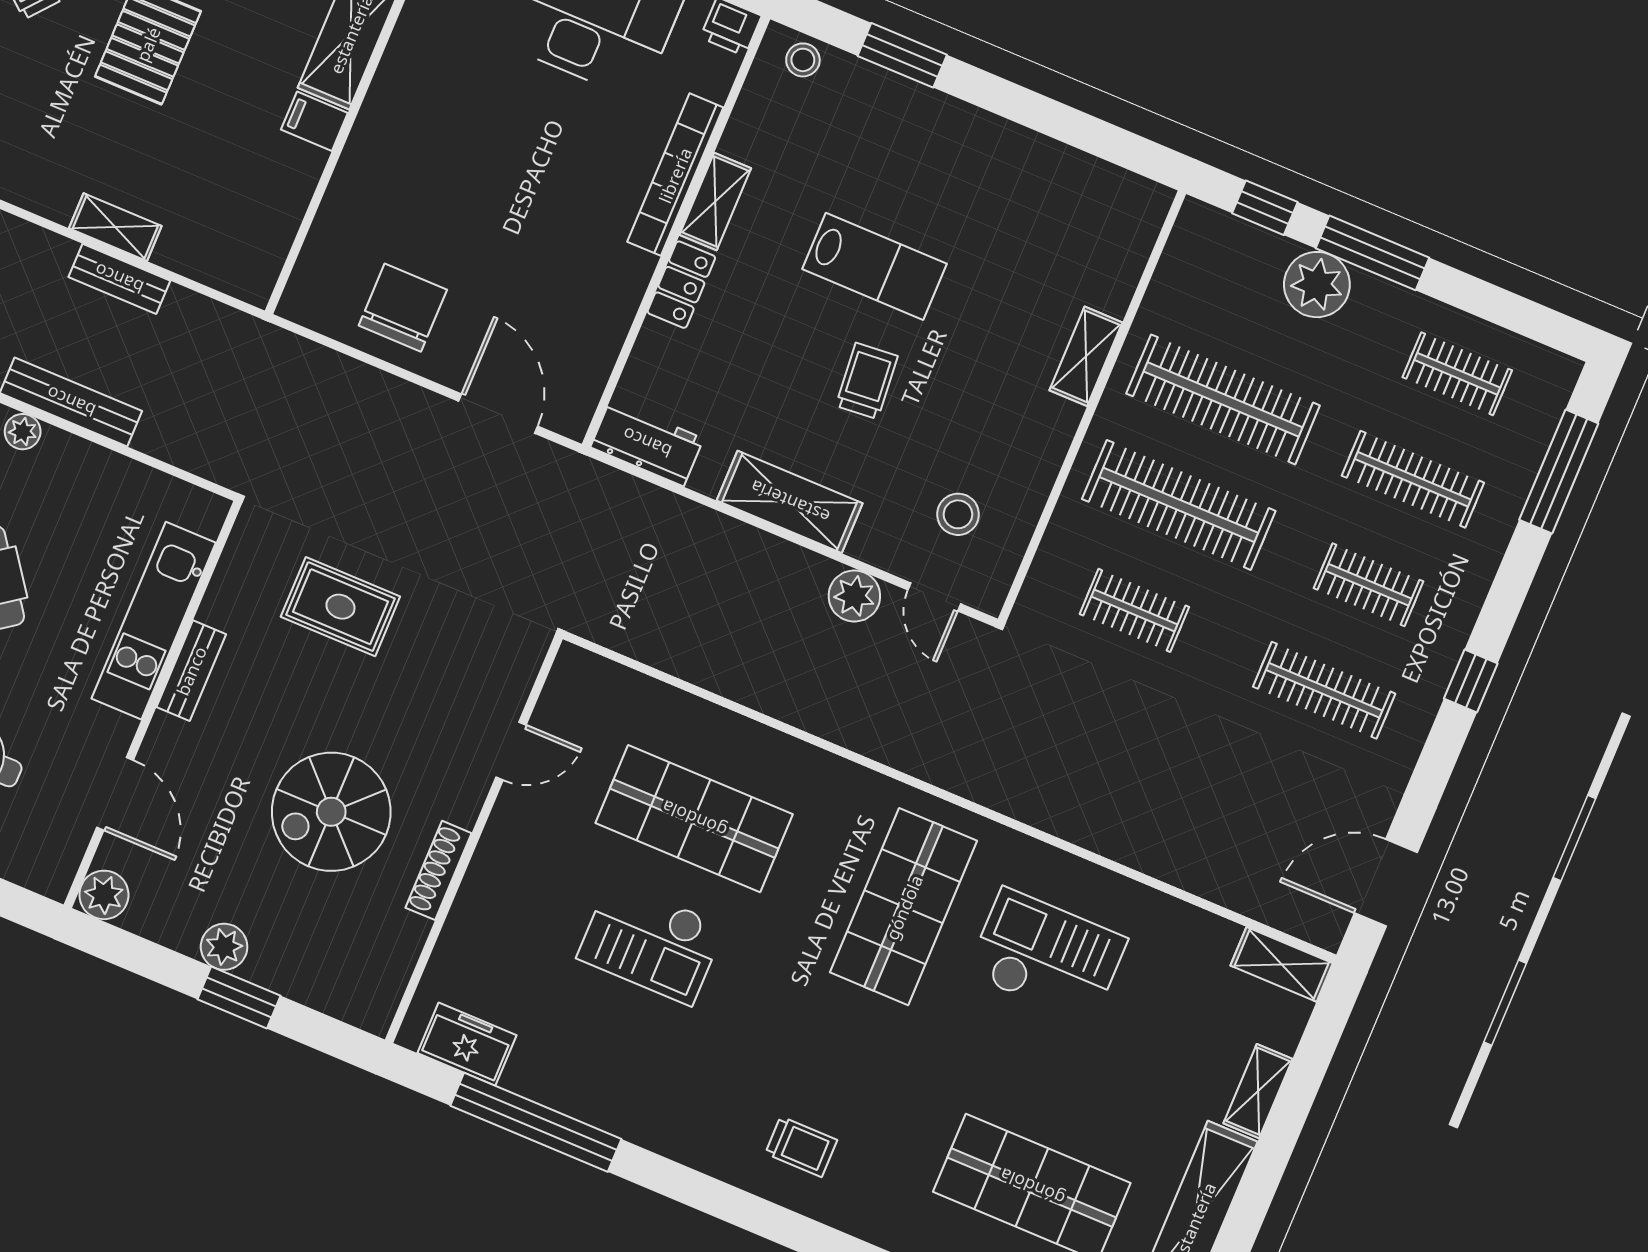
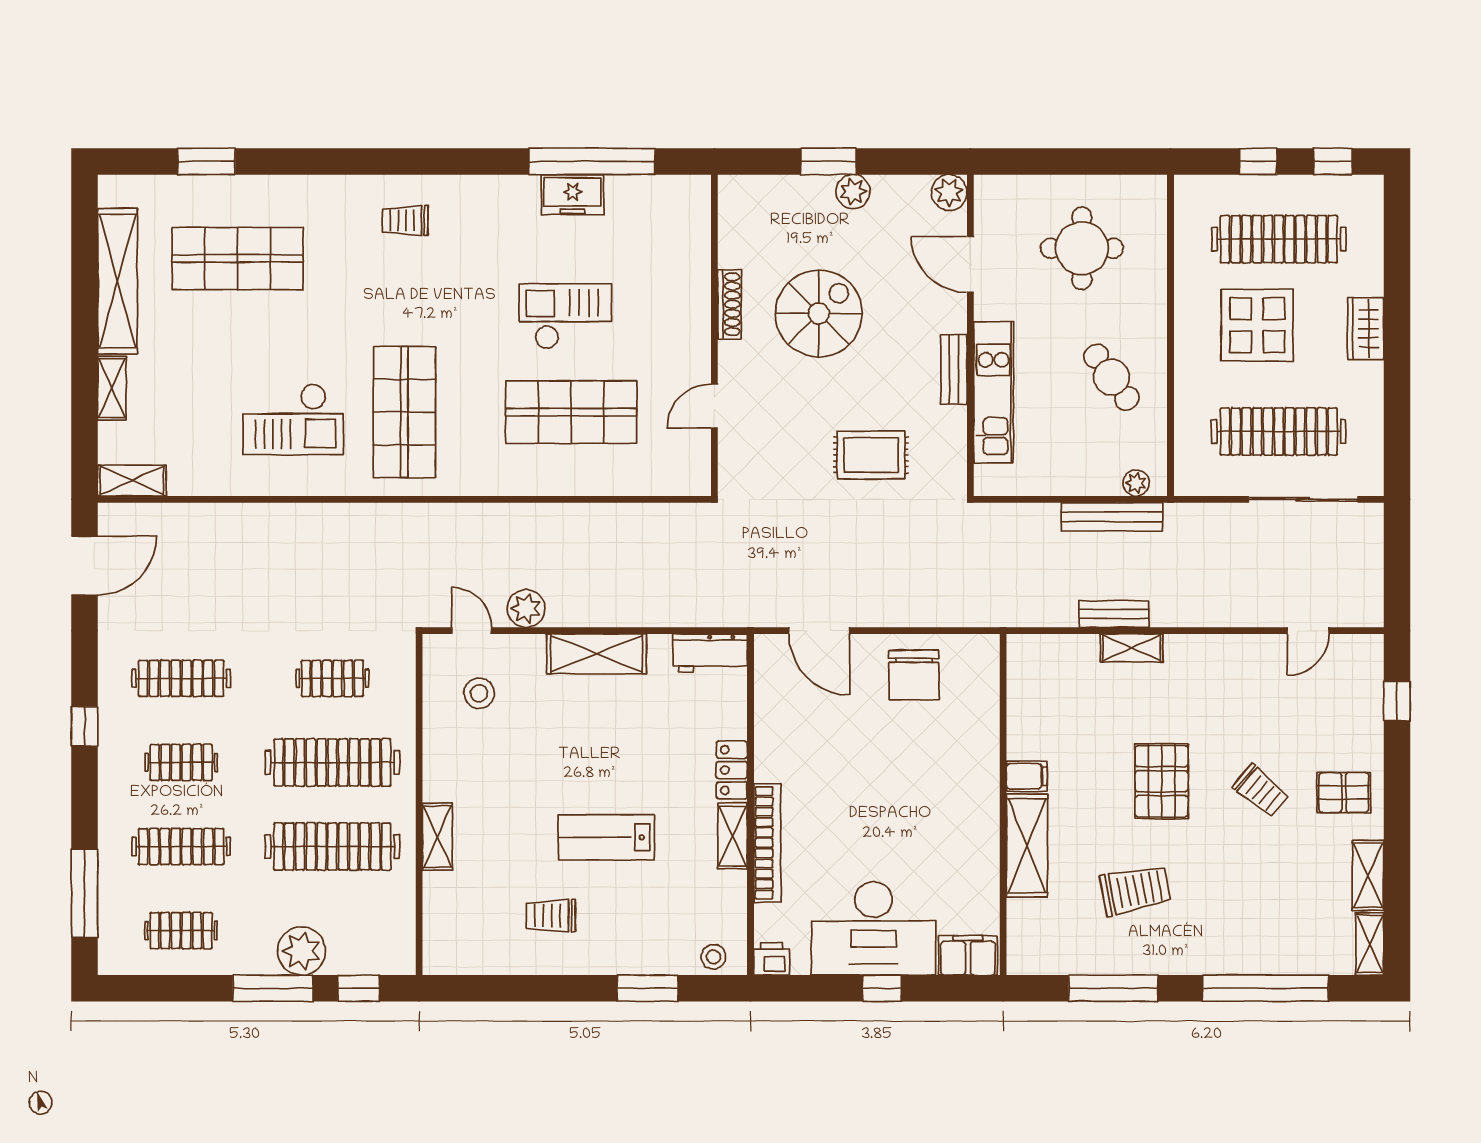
trolley: (867, 381) -> (551, 916), moved, turned 95
freezer: (467, 1044) -> (573, 195), moved

